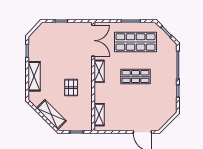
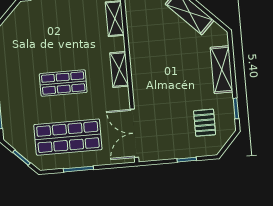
shelving: (99, 71) -> (119, 69), moved
pallet: (71, 88) -> (205, 123), moved

